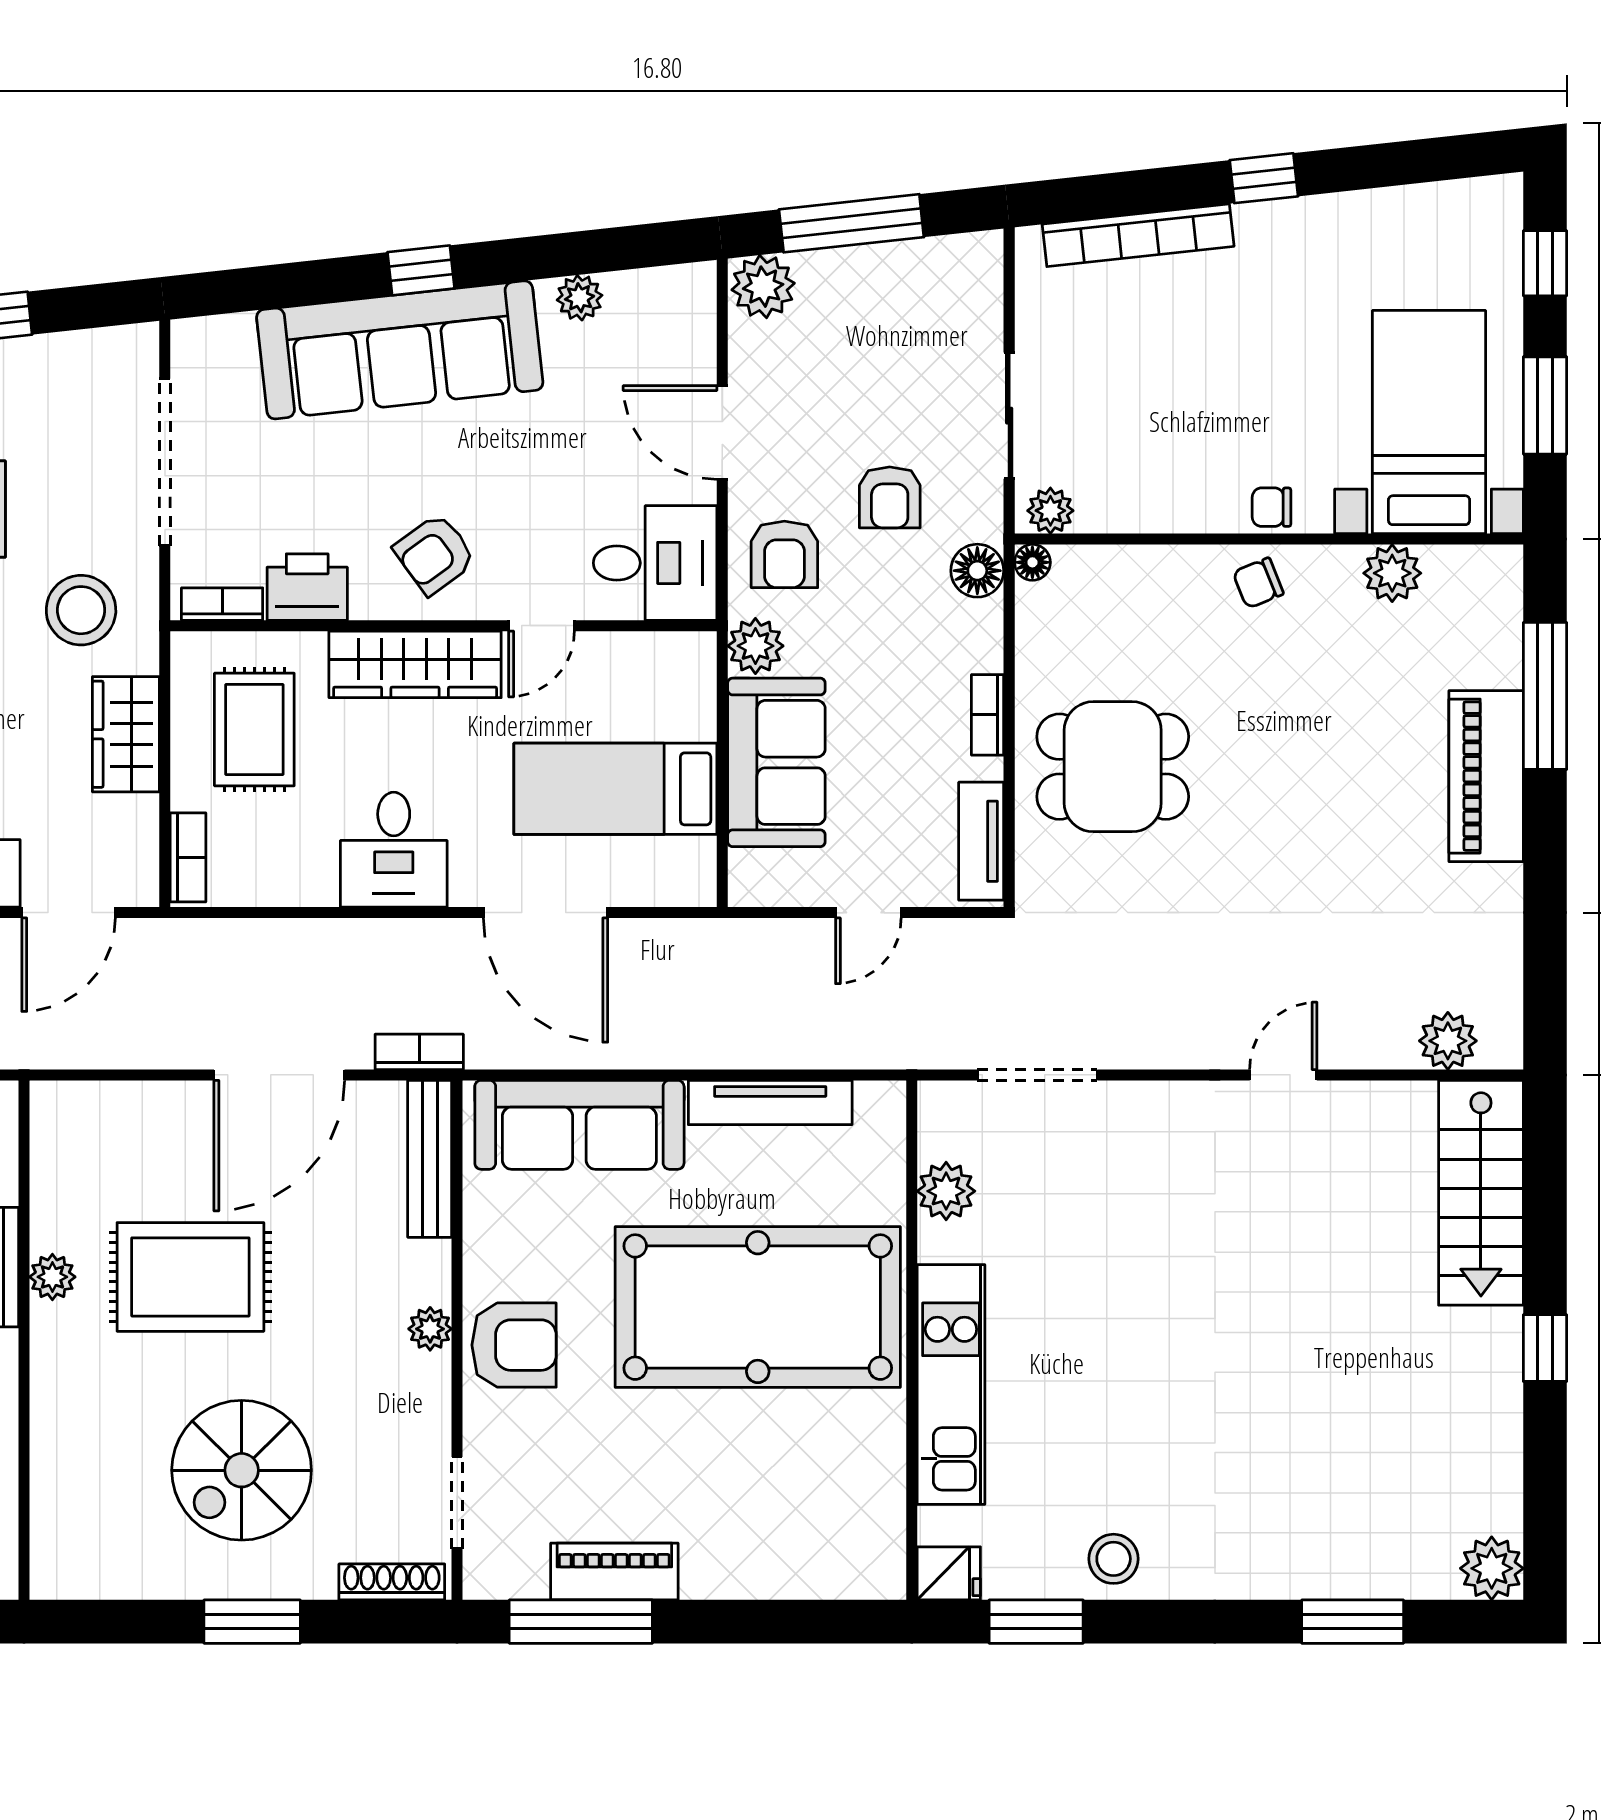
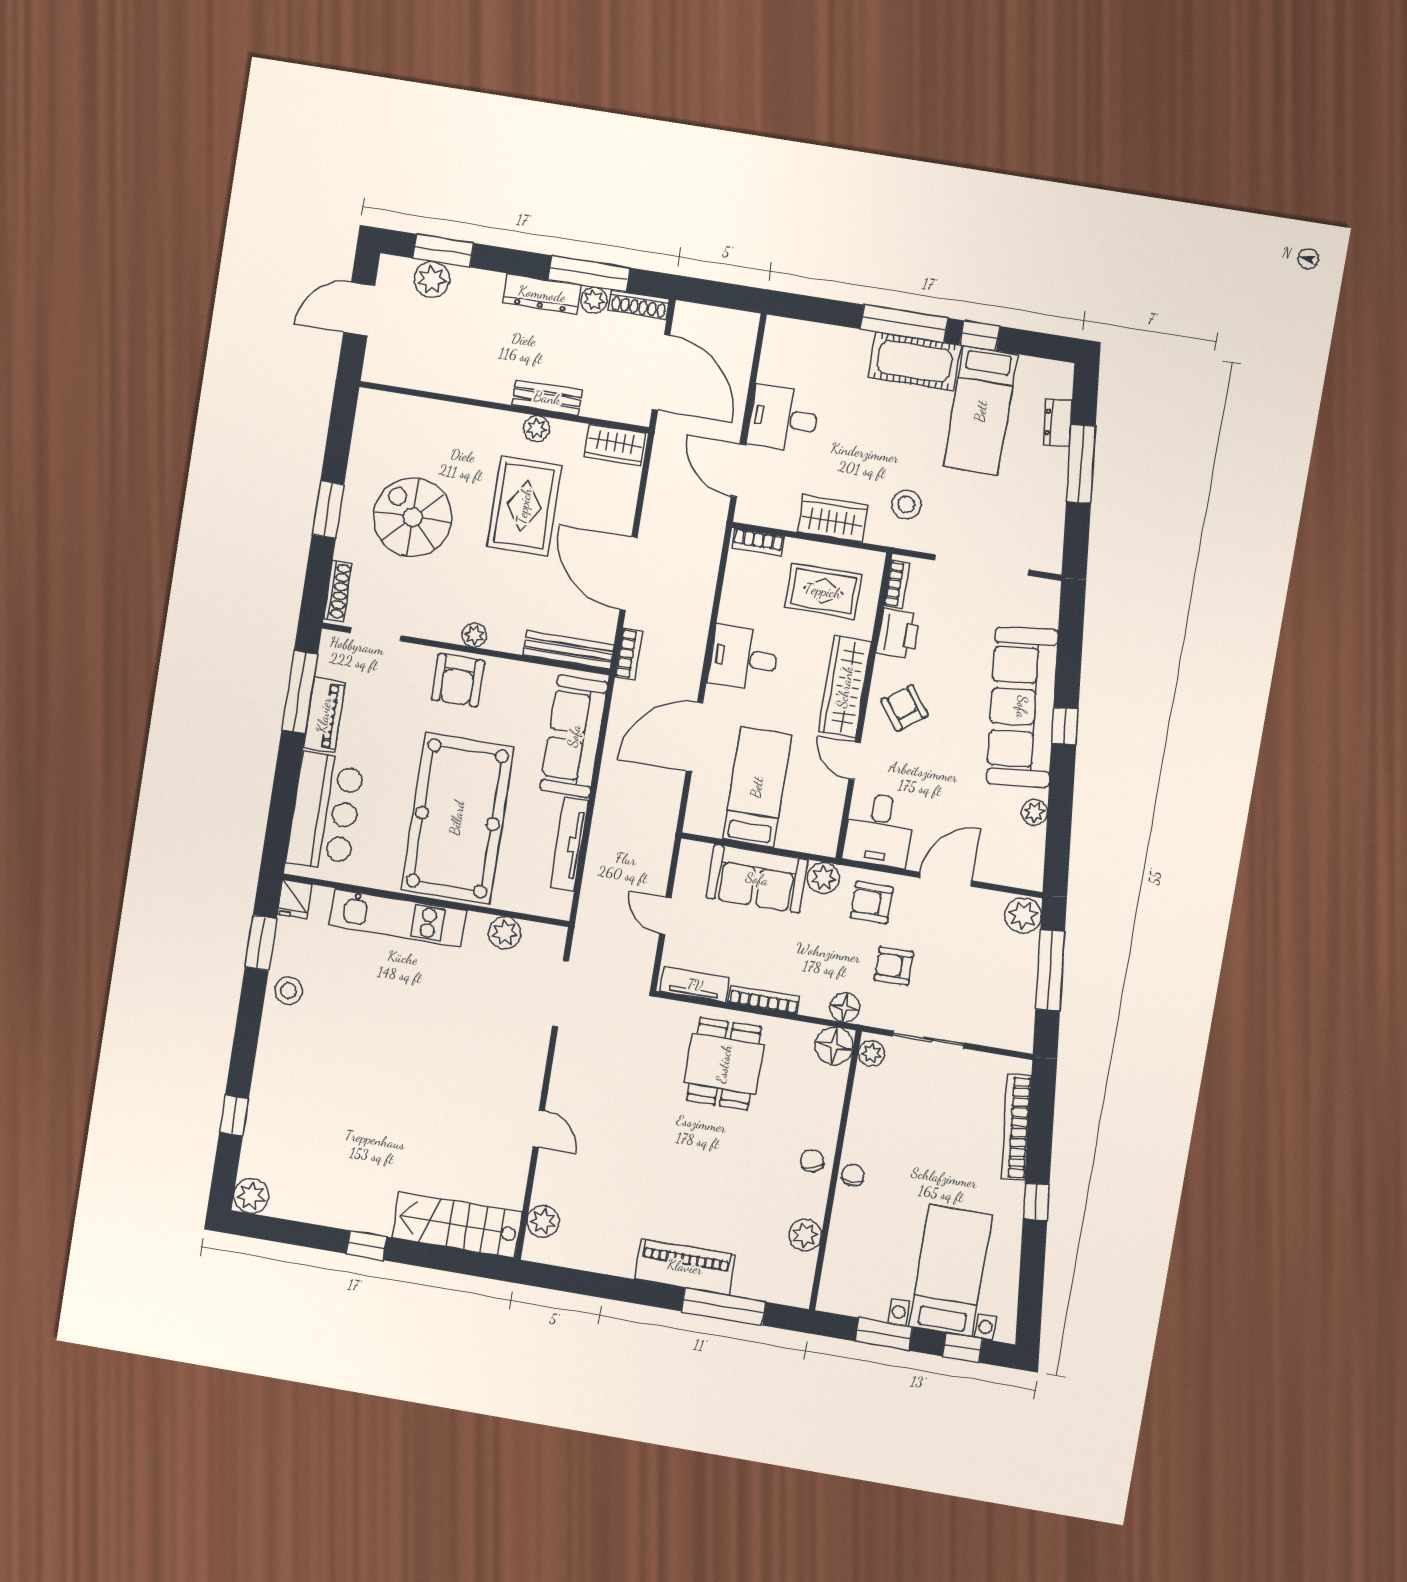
bed with nightstands: (1429, 422) -> (950, 1271), moved, turned -90
floor lamp: (1032, 562) -> (834, 1046), width x1.89, depth x1.89
stool: (81, 610) -> (906, 505), width x0.73, depth x0.73
bookcase: (988, 715) -> (764, 1000), width x1.56
wardrobe: (59, 1135) -> (615, 445), added
bar counter: (784, 1543) -> (325, 812), added
window: (1353, 1622) -> (234, 1115), width x0.67

